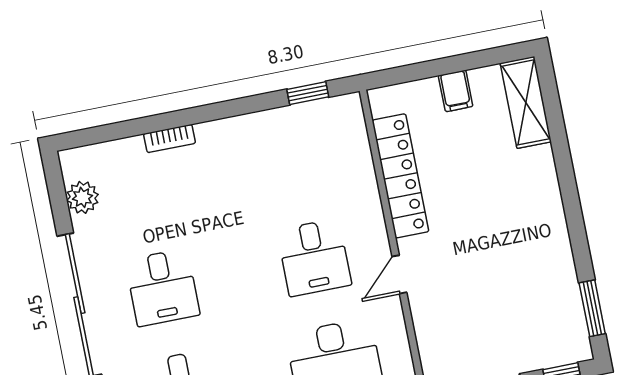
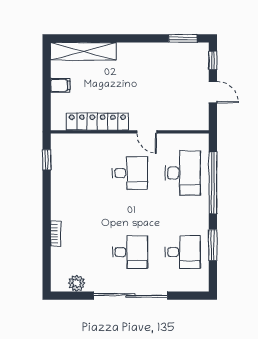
shelving: (526, 102) -> (83, 51), width x1.47

